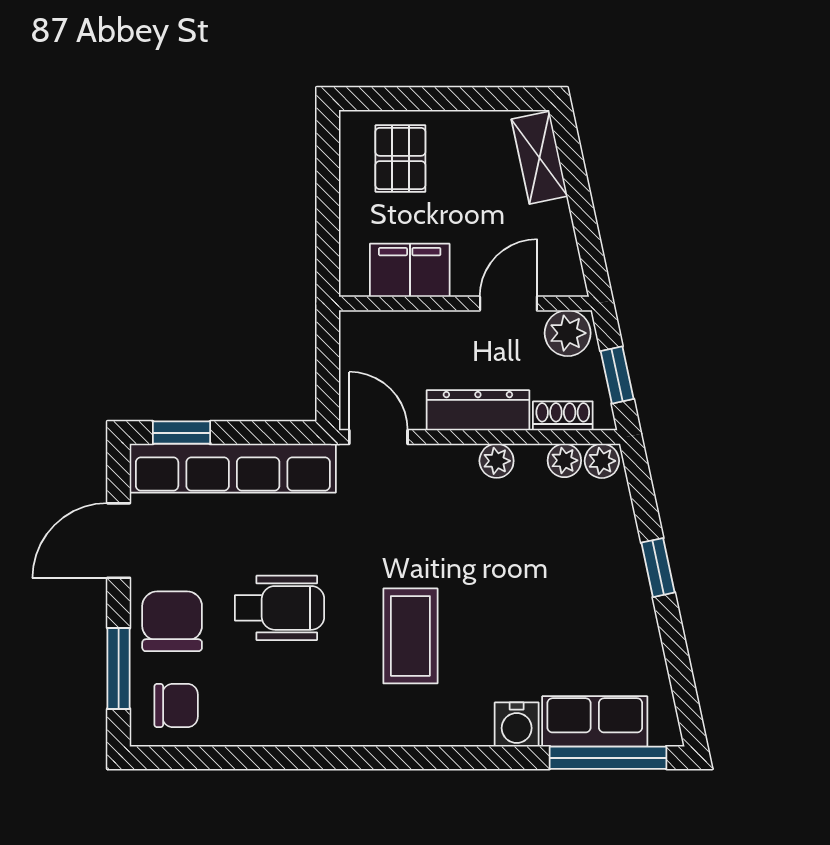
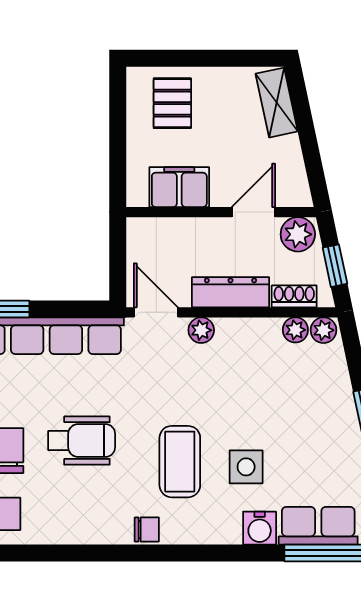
plant: (497, 461) -> (201, 330), moved
side table: (499, 643) -> (246, 467), added
chair: (366, 726) -> (147, 529), added

